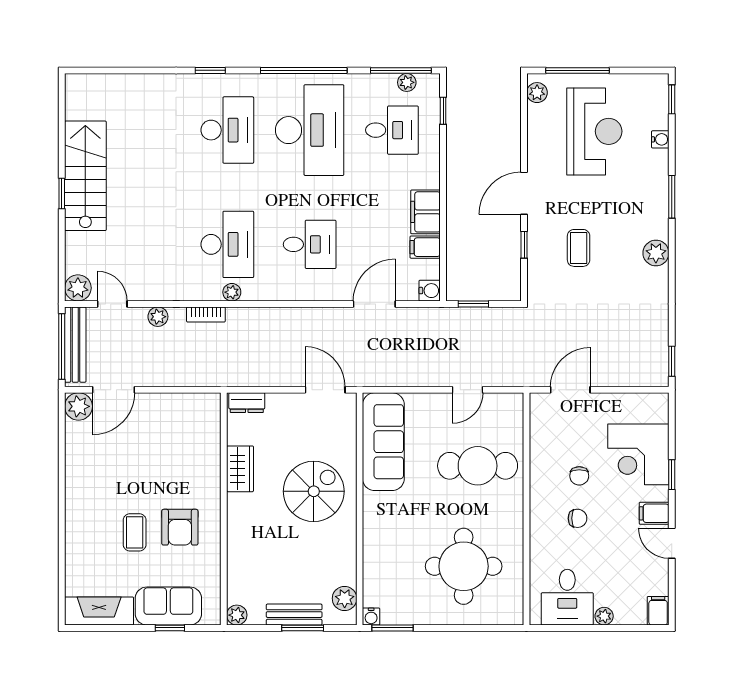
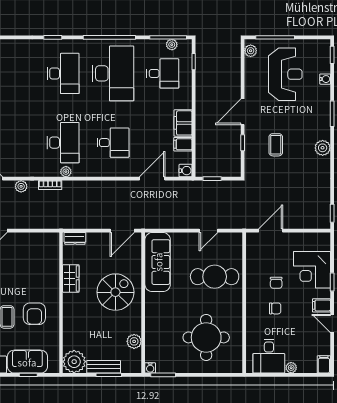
door: (325, 390) -> (122, 231), swing flipped
plant: (345, 598) -> (134, 341), moved
plant: (237, 615) -> (74, 362), width x1.87, depth x1.87

